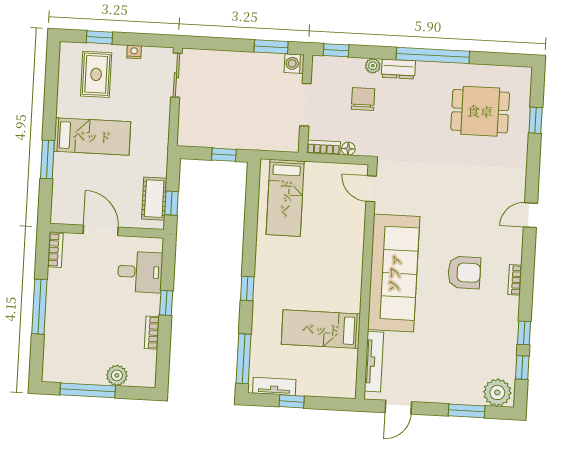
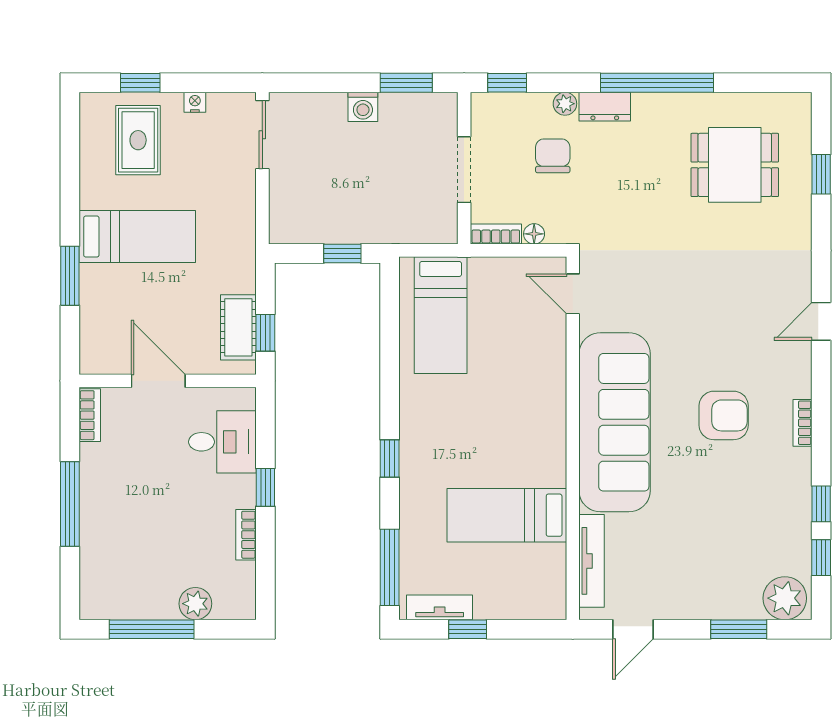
washing machine: (294, 64) -> (363, 107), moved, turned -90

